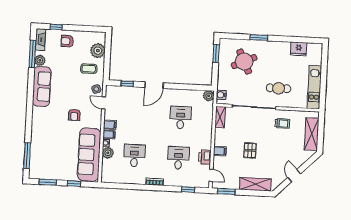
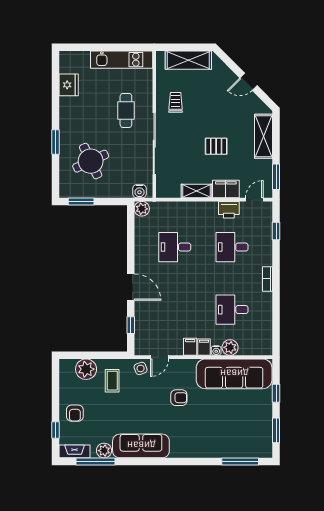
shelving: (220, 117) -> (196, 191), moved
filing cabinet: (220, 151) -> (226, 189), width x2.00

